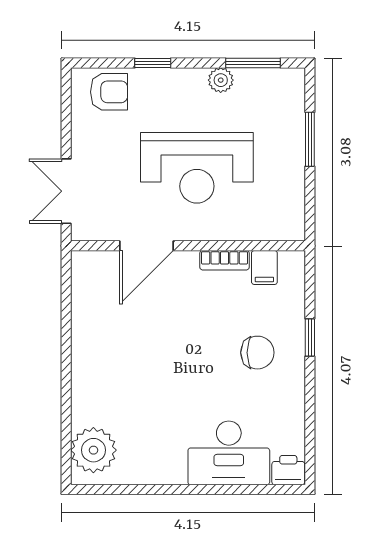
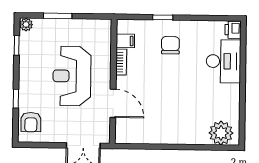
window: (253, 63) -> (17, 45), width x0.67
plant: (221, 80) -> (26, 24), moved
armchair: (109, 92) -> (31, 122), turned 180
reception desk: (197, 168) -> (72, 76), turned 180

